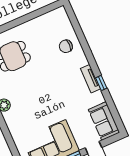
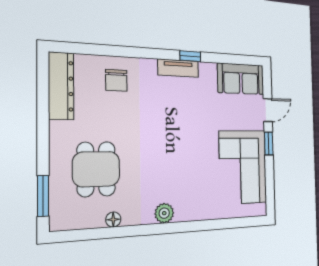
dresser: (49, 19) -> (61, 86), added

